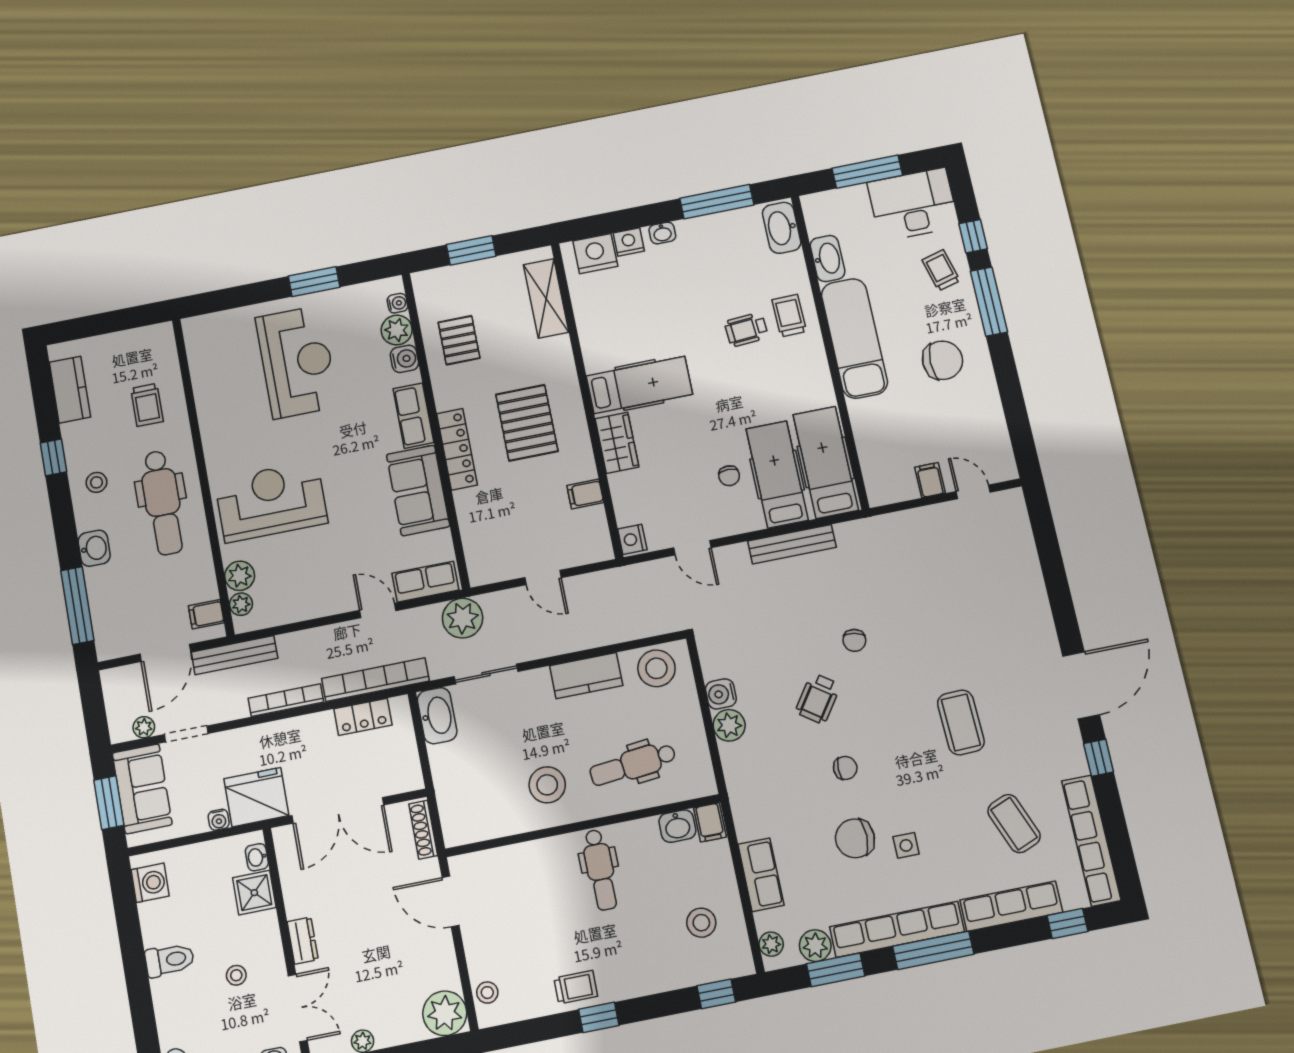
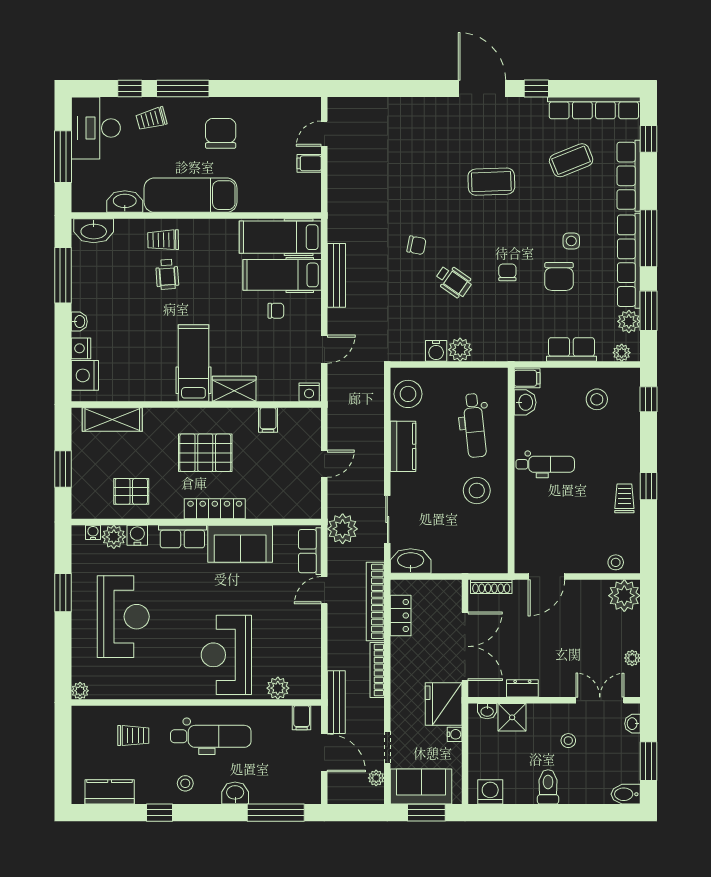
reception desk: (297, 362) -> (123, 617), turned 90
plant: (241, 604) -> (80, 691), moved
dresser: (303, 941) -> (522, 688), moved

